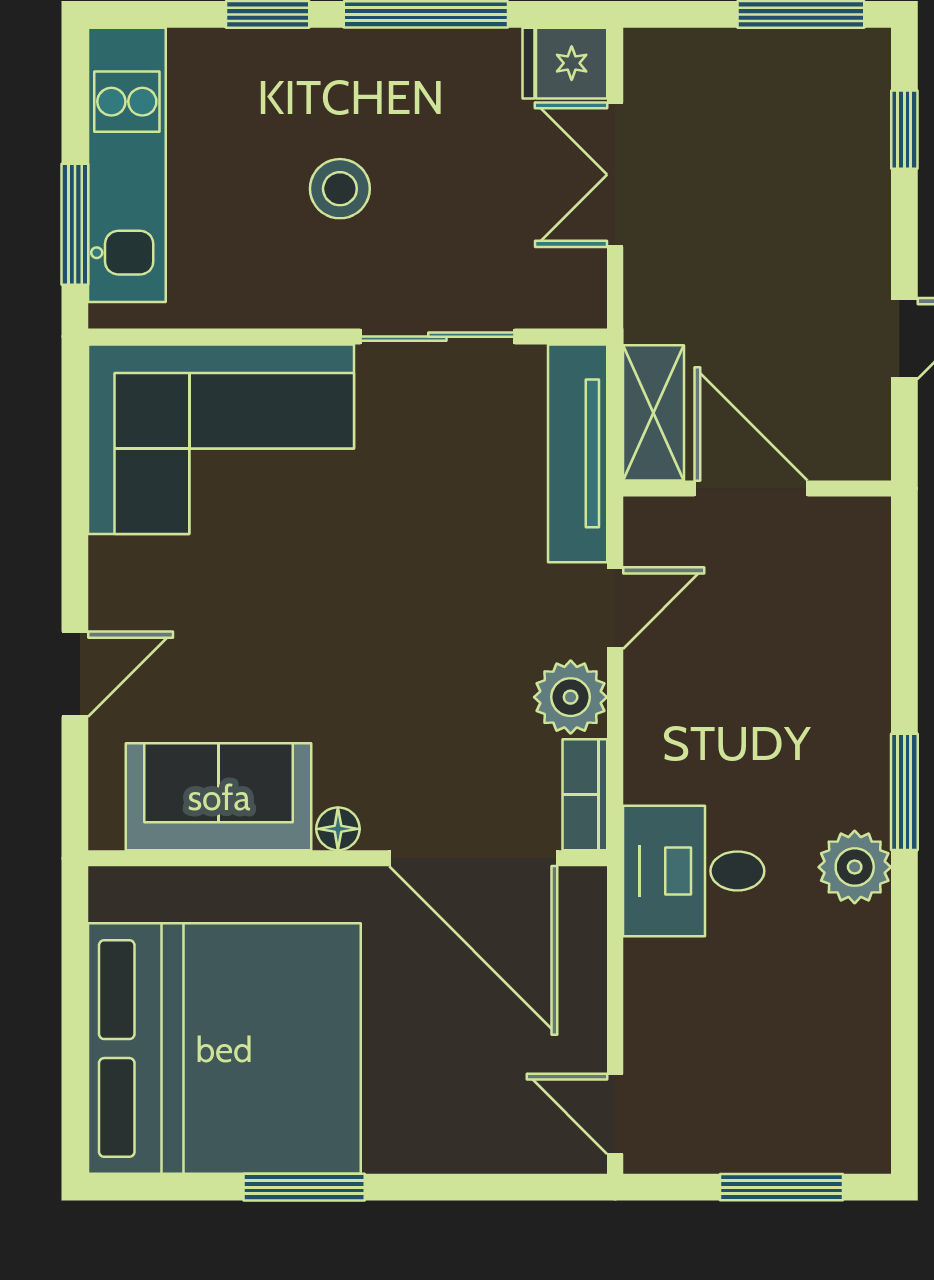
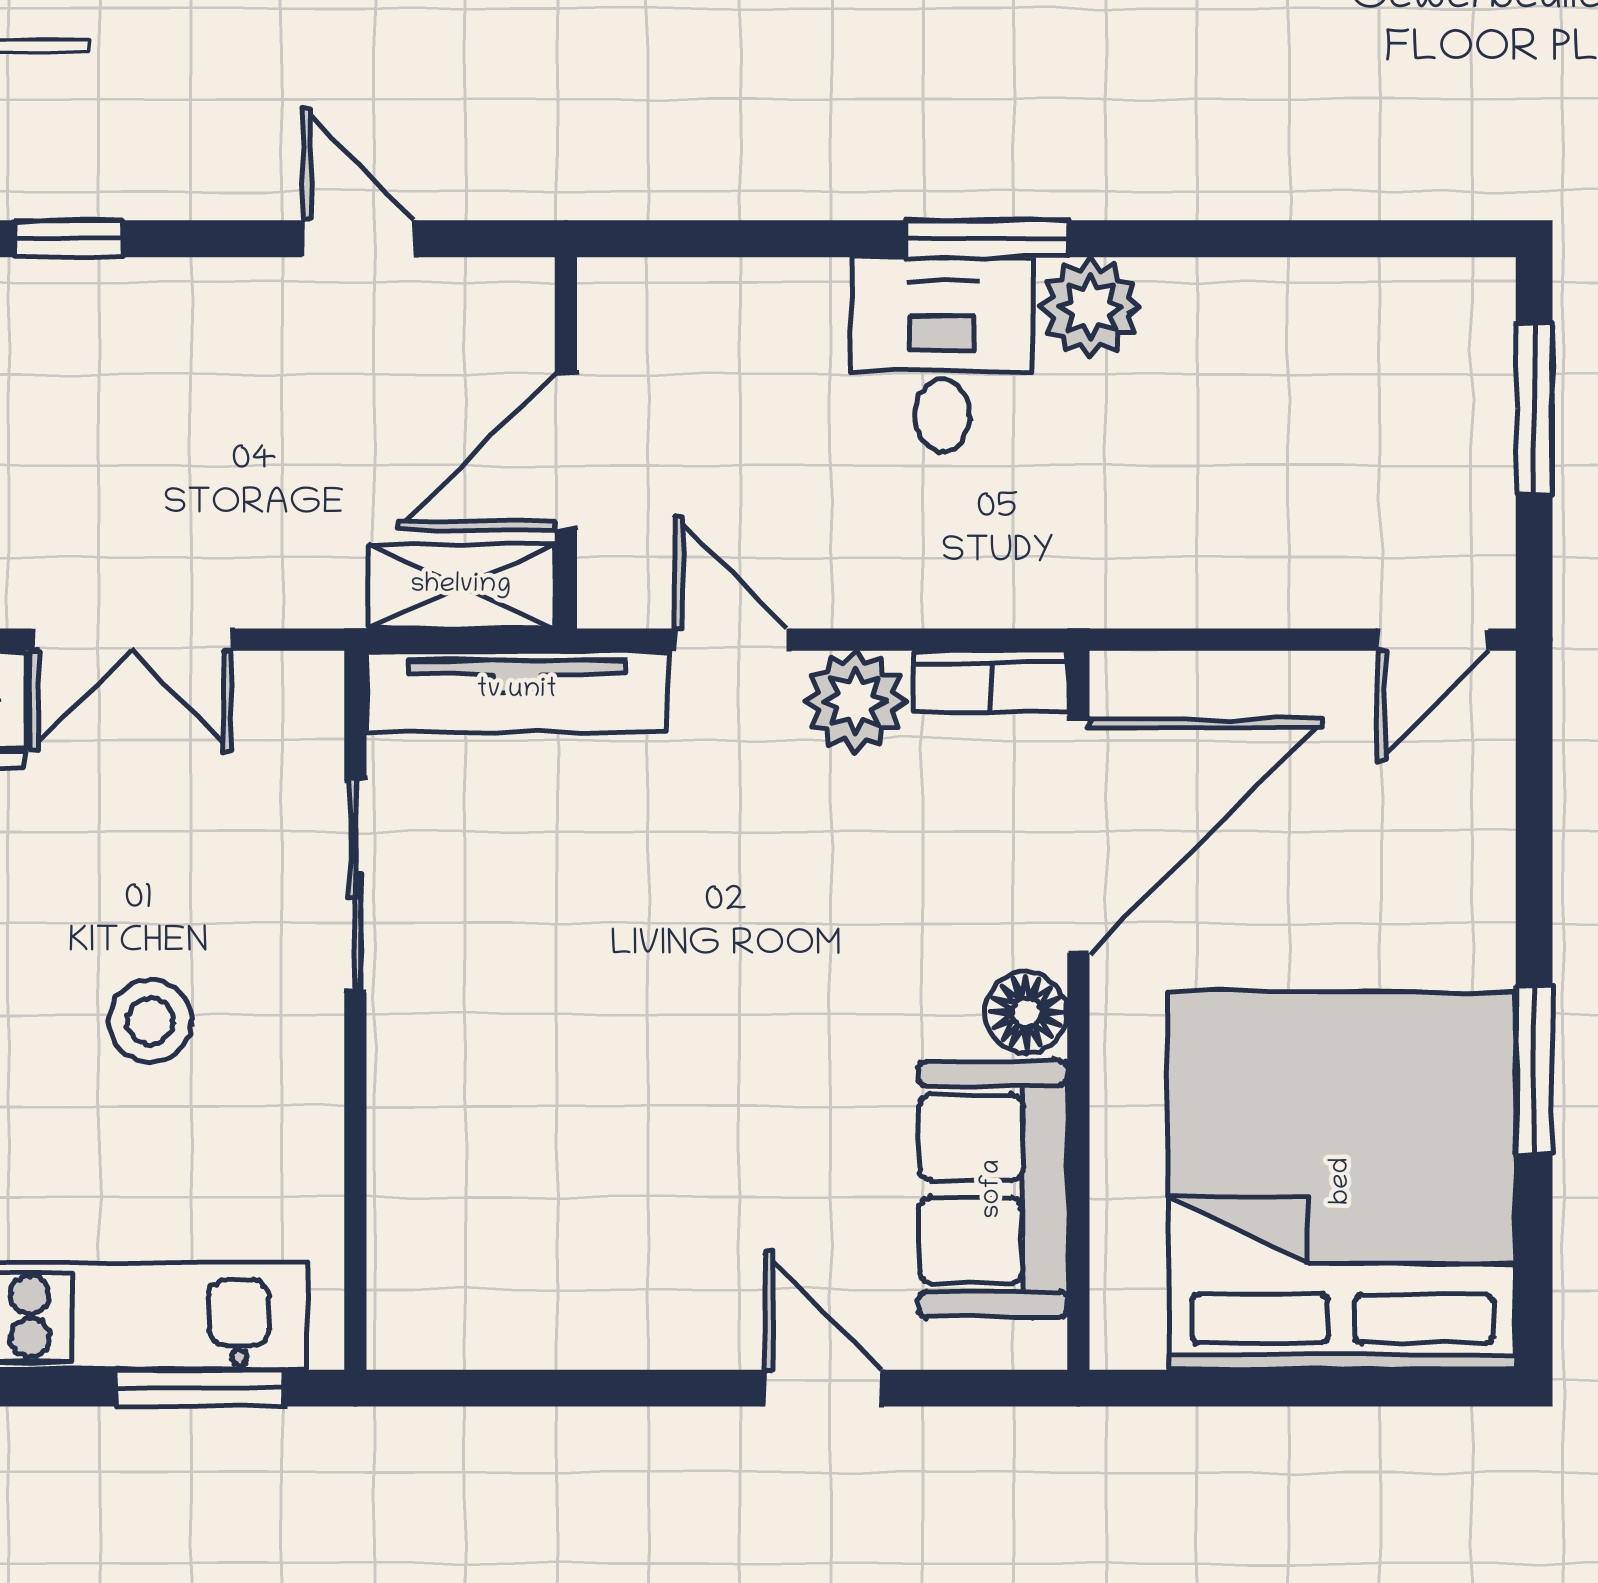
corner sofa: (221, 439) -> (498, 1186), removed
floor lamp: (338, 829) -> (1026, 1012), width x1.37, depth x1.37
desk: (694, 871) -> (942, 355), moved, turned 180

